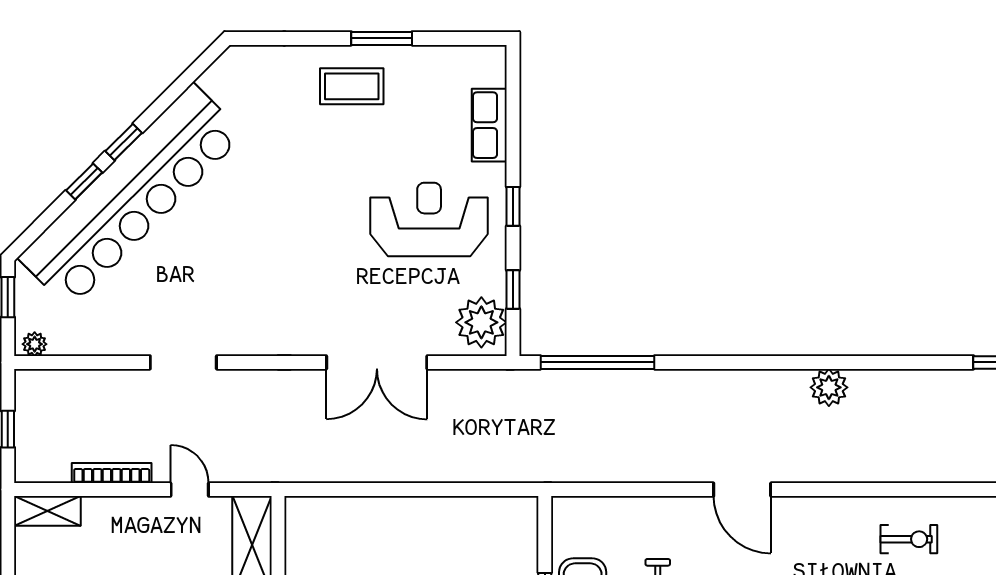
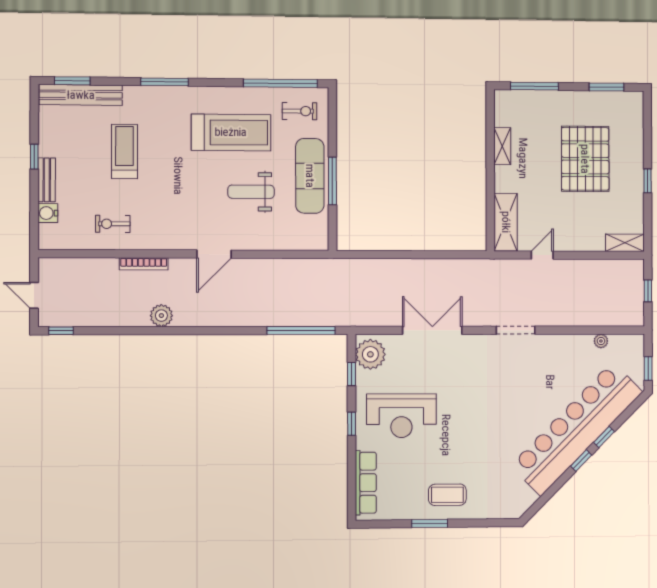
row of seats: (489, 125) -> (366, 483), width x1.48
plant: (35, 344) -> (601, 341), moved
doorway: (183, 362) -> (516, 330), moved
bookcase: (112, 473) -> (144, 264), moved
door: (190, 490) -> (542, 255), swing flipped
door: (742, 490) -> (214, 254), swing flipped

